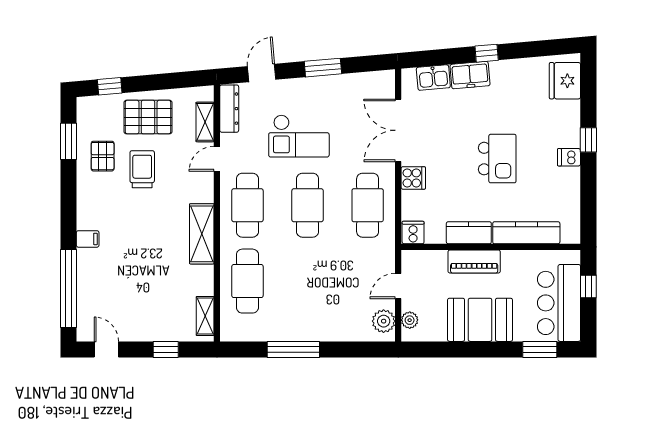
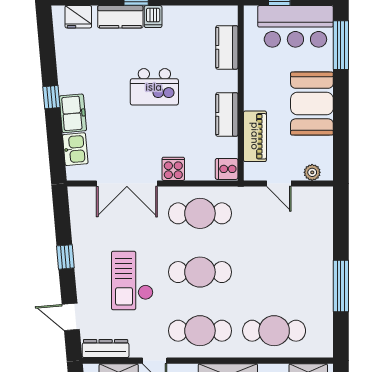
window: (323, 68) -> (65, 257), width x0.67
fridge: (565, 81) -> (78, 17), width x0.73, depth x0.75
kitchen counter: (569, 124) -> (120, 17), added
checkout: (299, 136) -> (132, 280), turned 180
kitchen island: (497, 159) -> (154, 87), turned 180
kitchen counter: (526, 233) -> (227, 47), width x0.67
piano: (474, 262) -> (255, 136), moved
plant: (384, 321) -> (313, 198), removed
window: (540, 349) -> (341, 45), width x1.44

